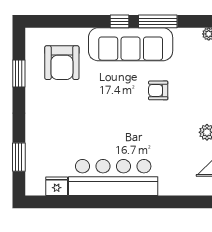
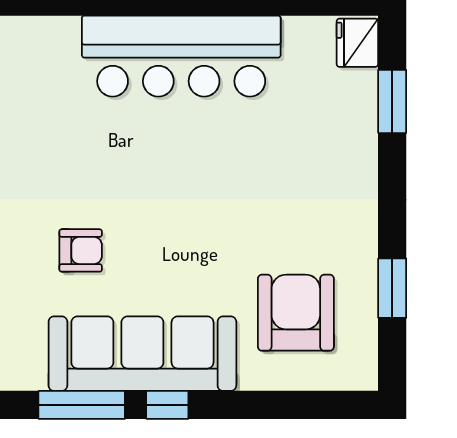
fridge: (57, 186) -> (357, 43), moved, turned 90

